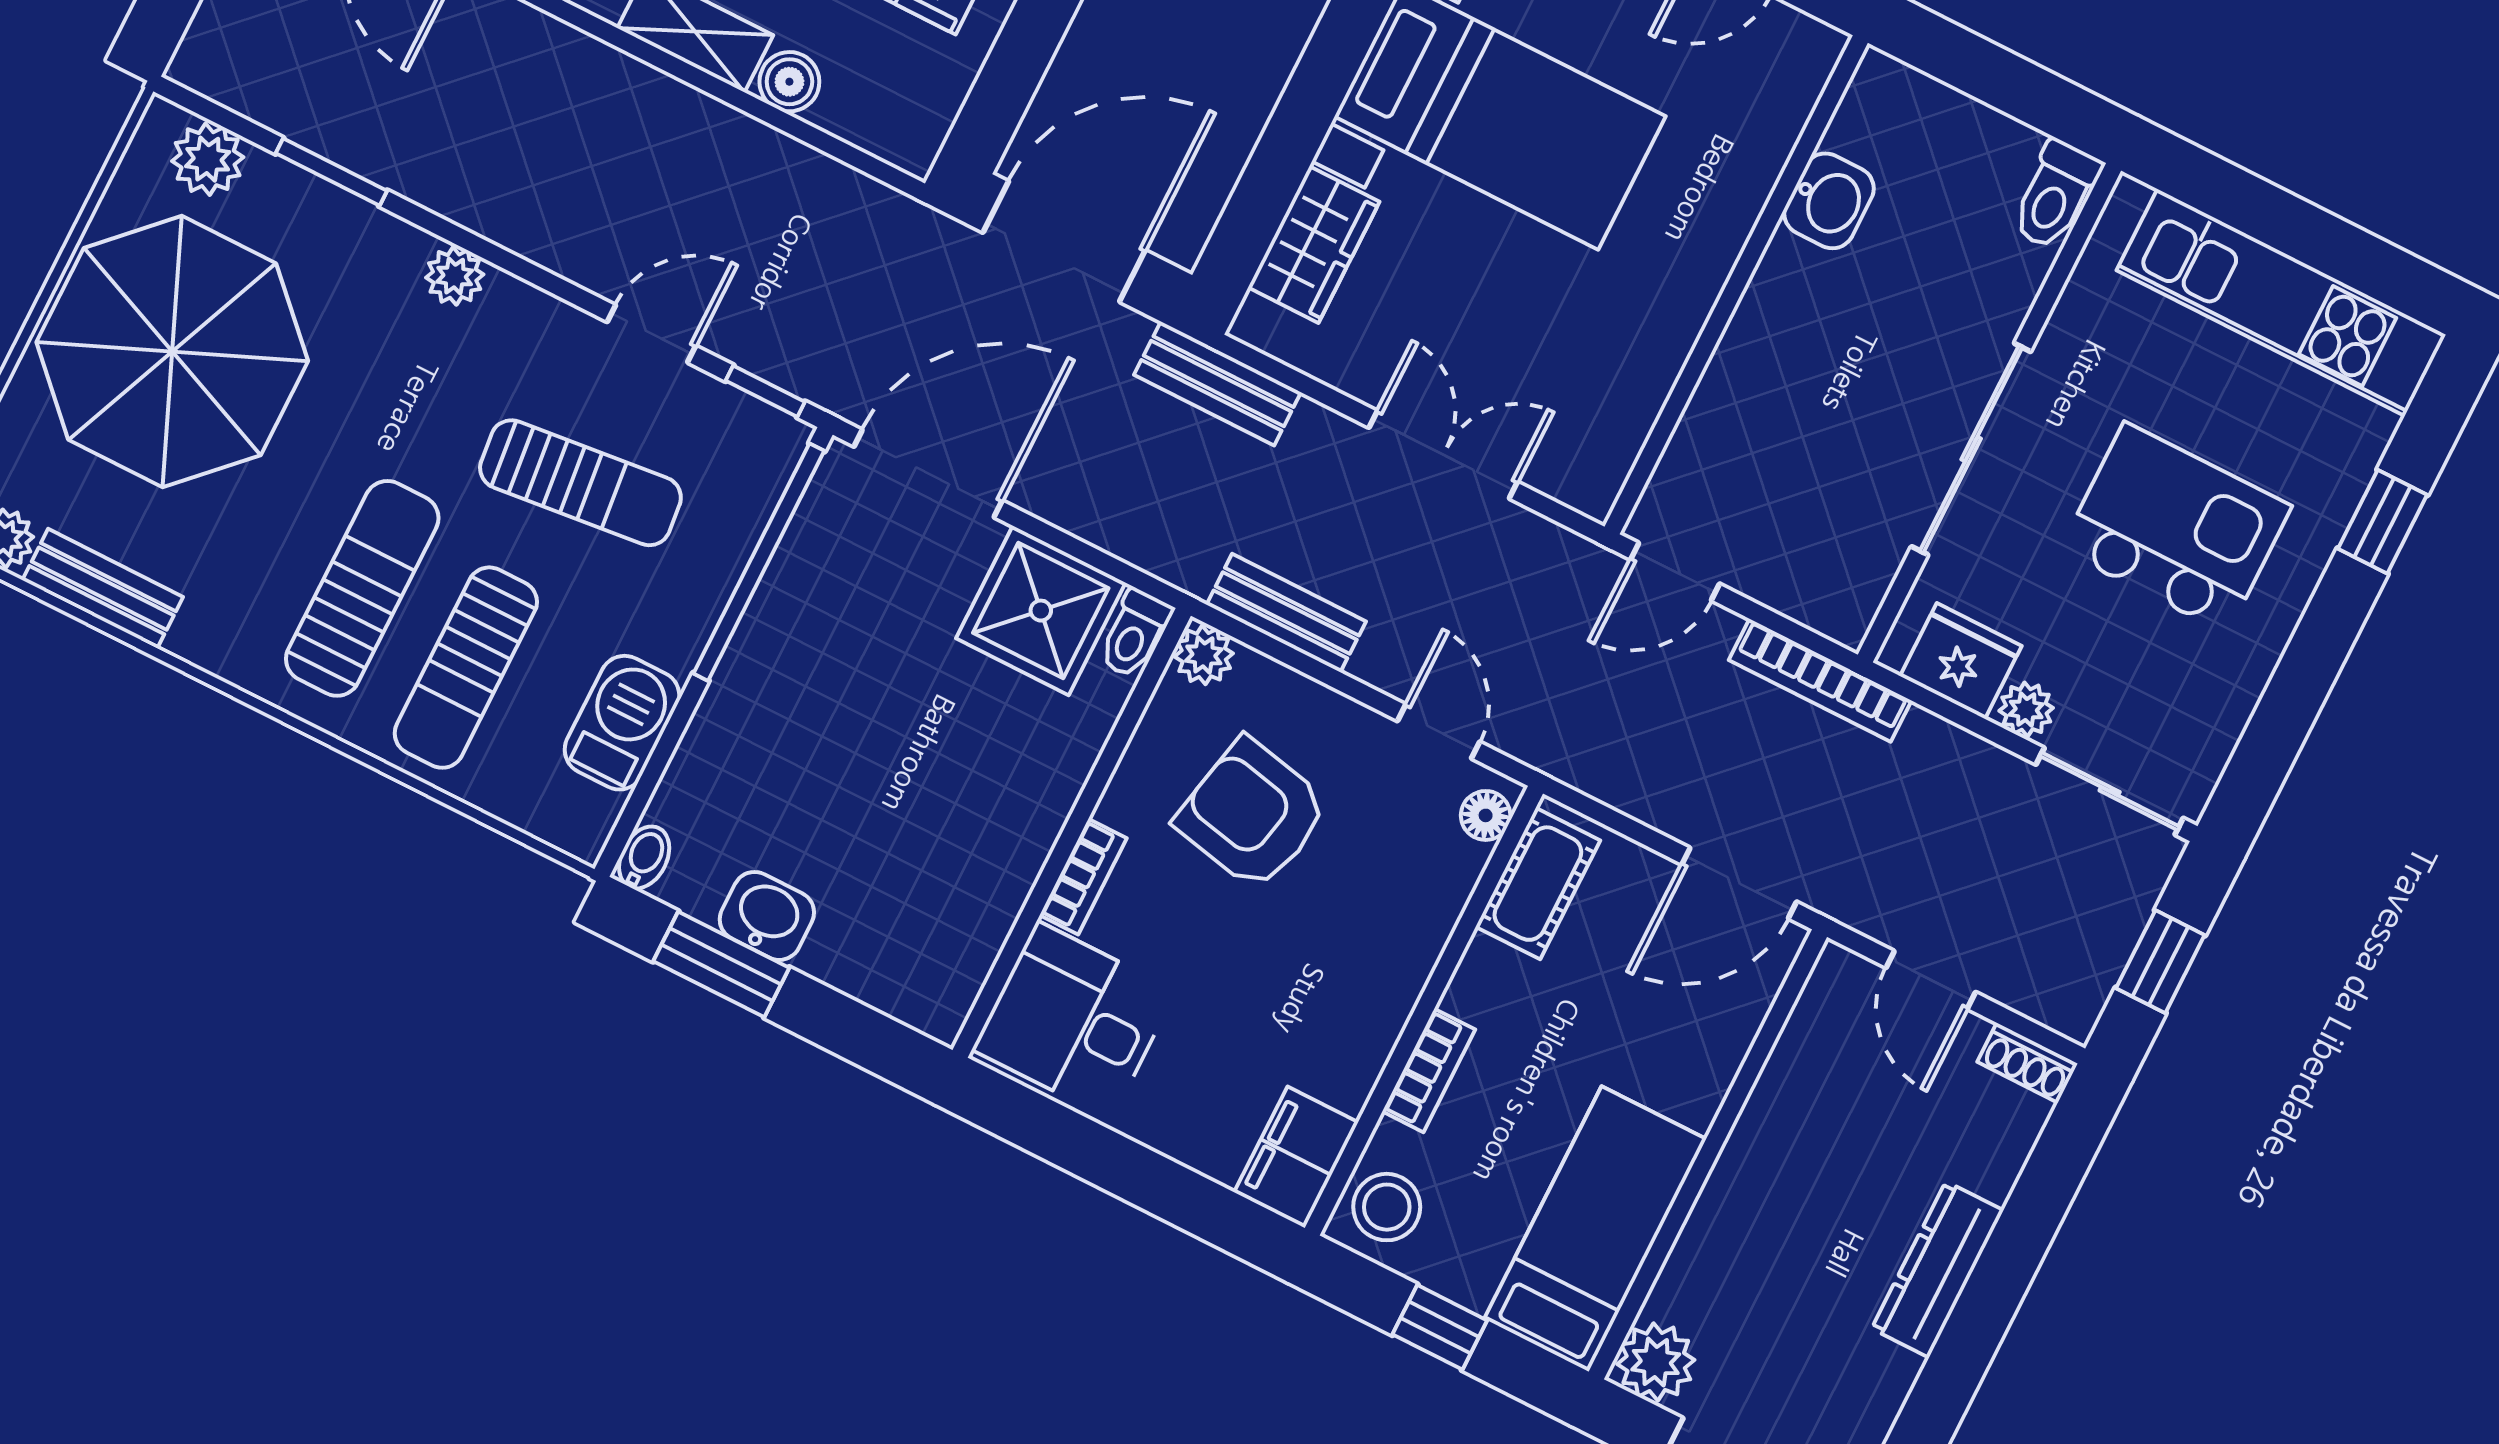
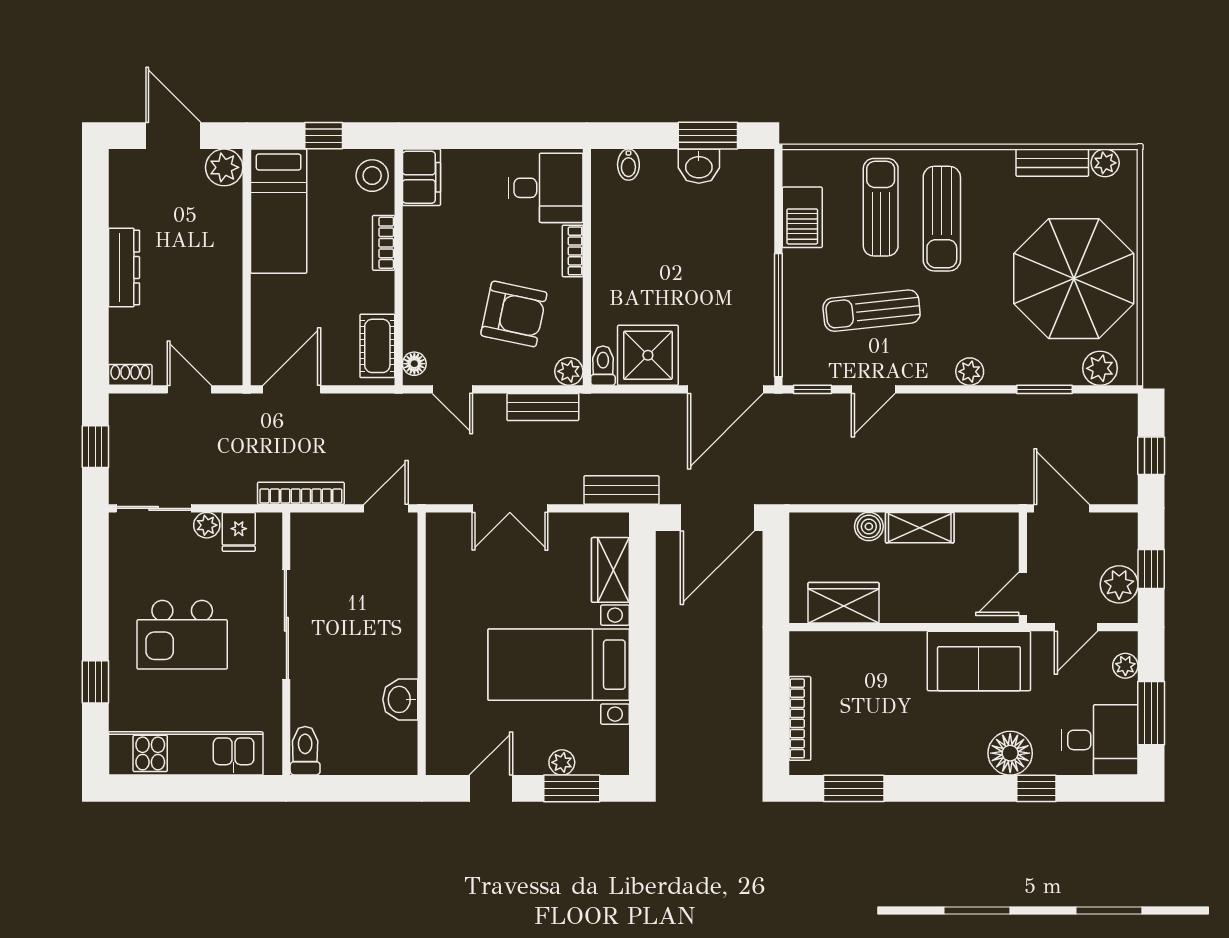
fridge: (1961, 661) -> (239, 532), width x0.72
bidet: (644, 857) -> (628, 165), moved

